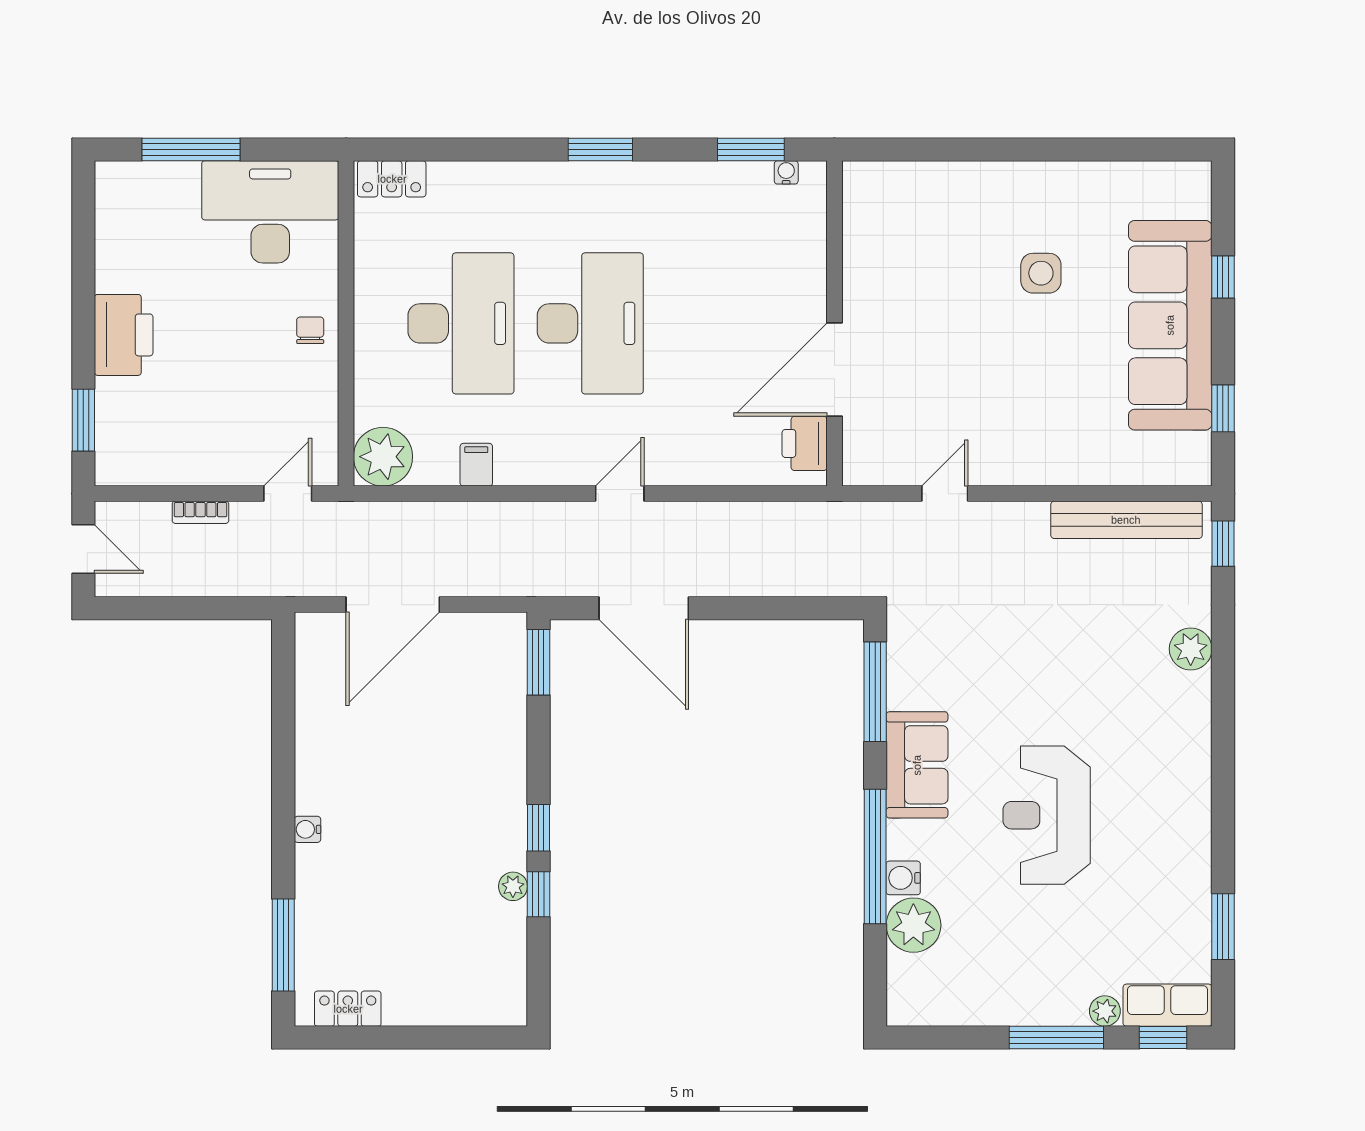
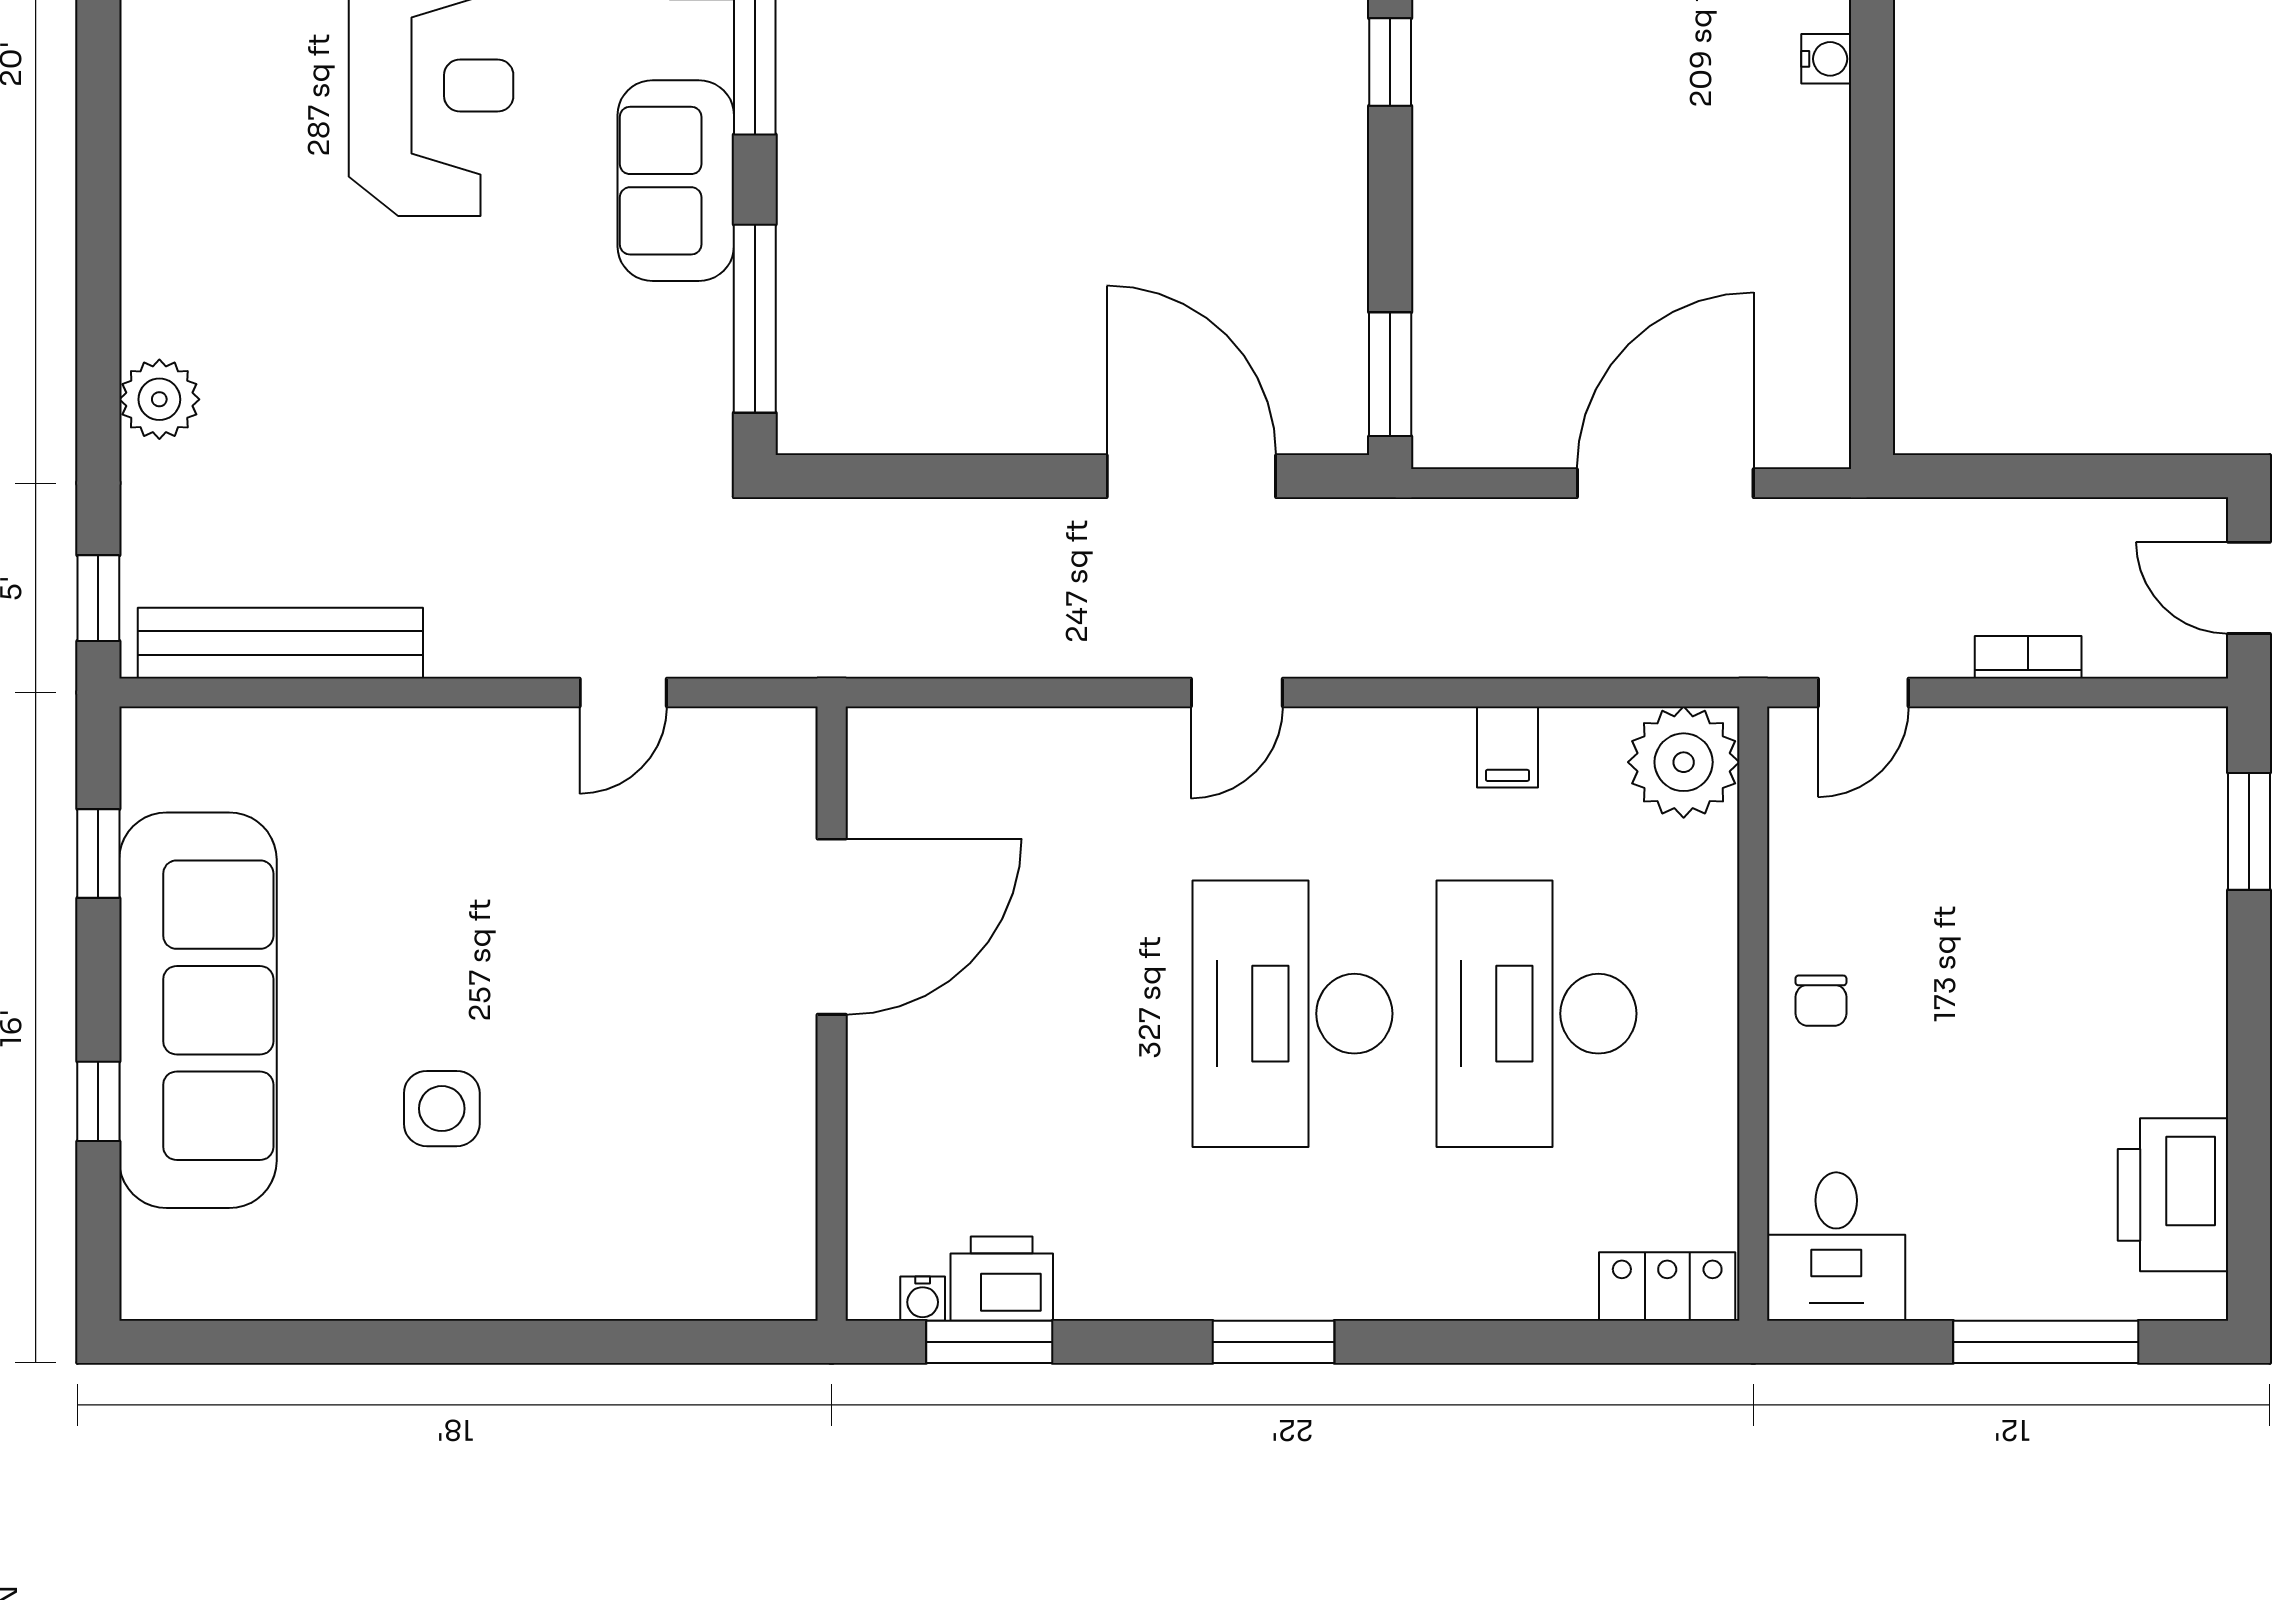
desk: (270, 212) -> (1836, 1247), width x0.53, depth x0.77
printer: (124, 335) -> (2173, 1195), moved
printer: (805, 443) -> (1002, 1279), moved, turned -90

